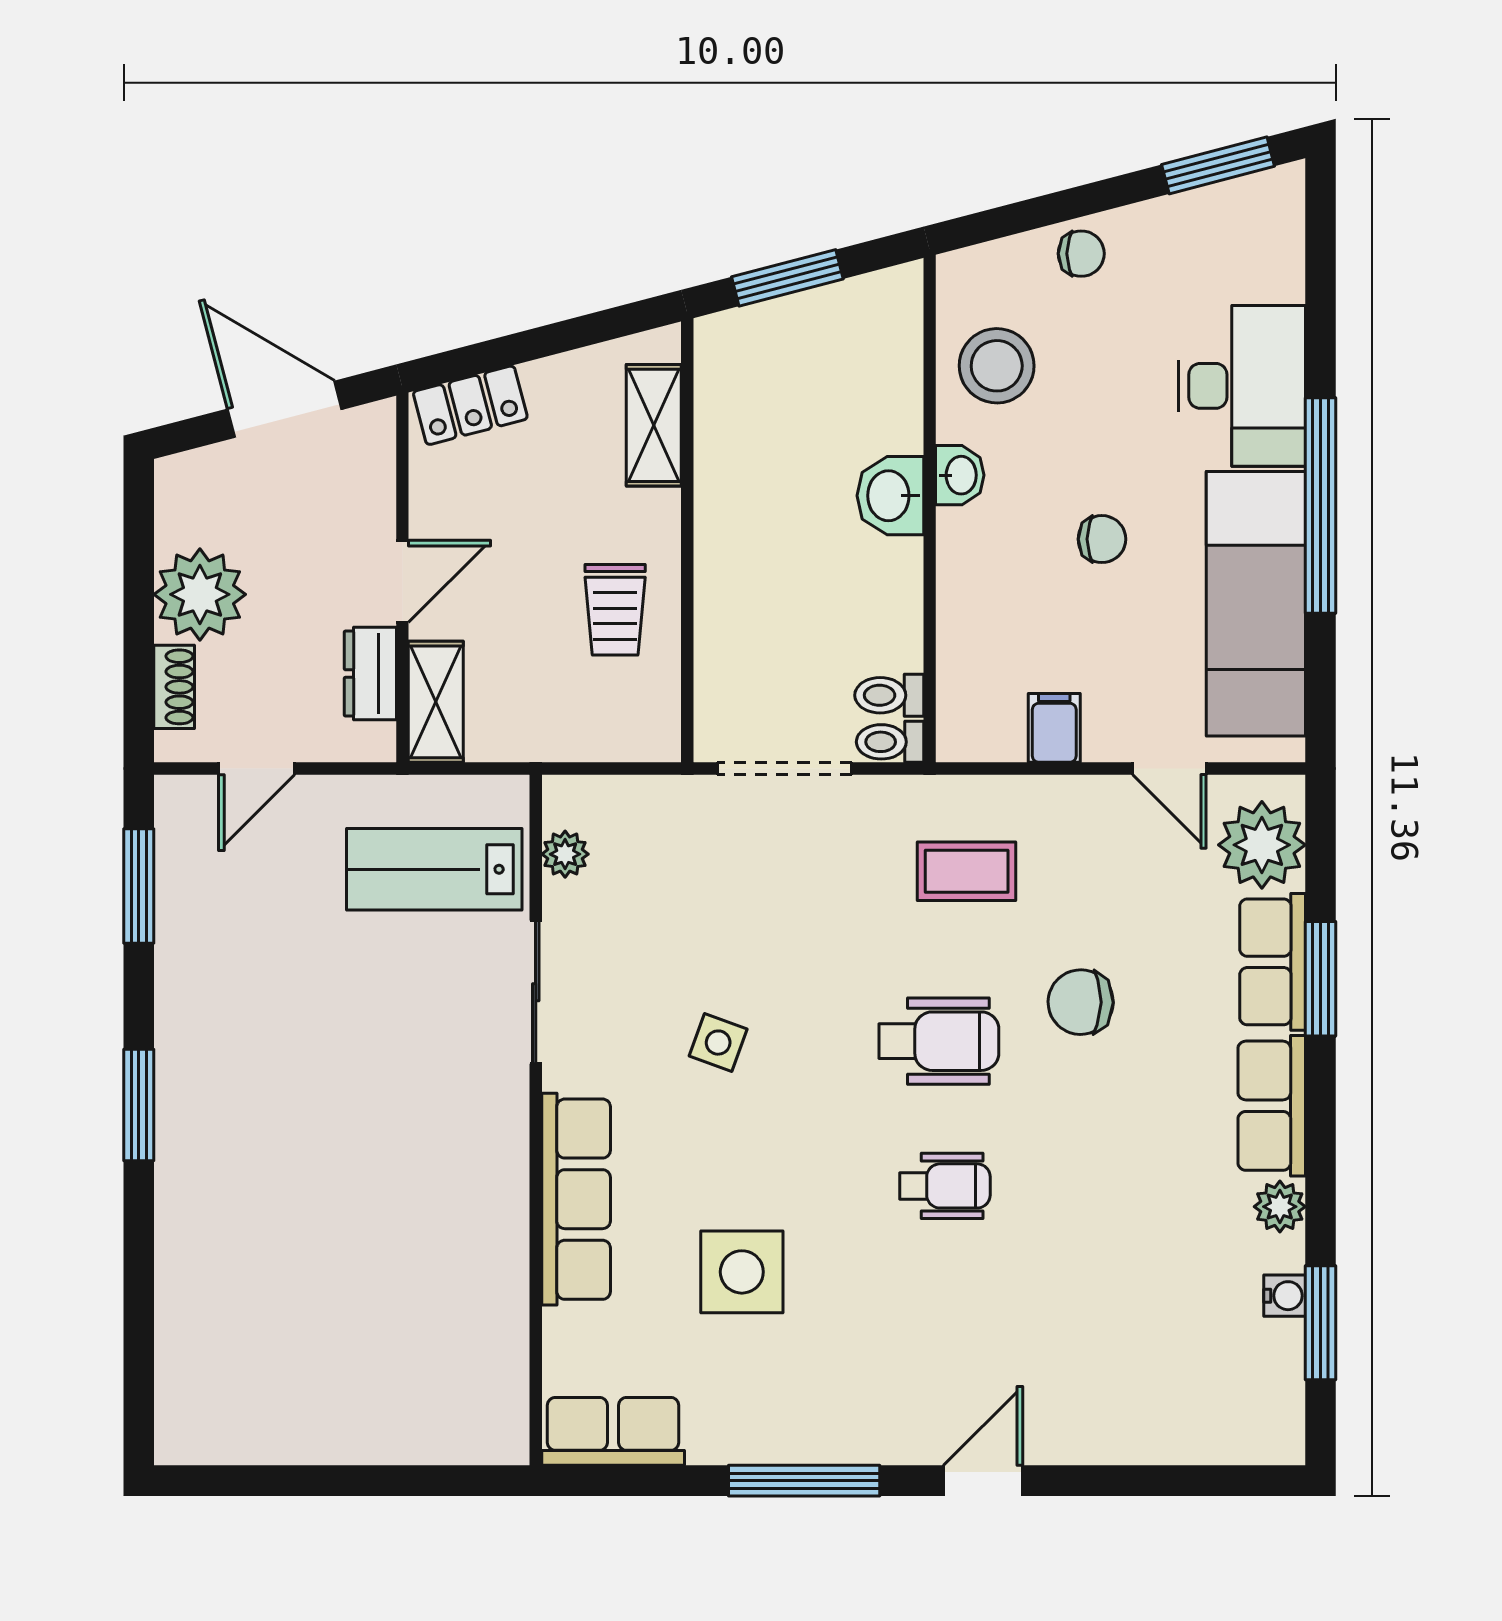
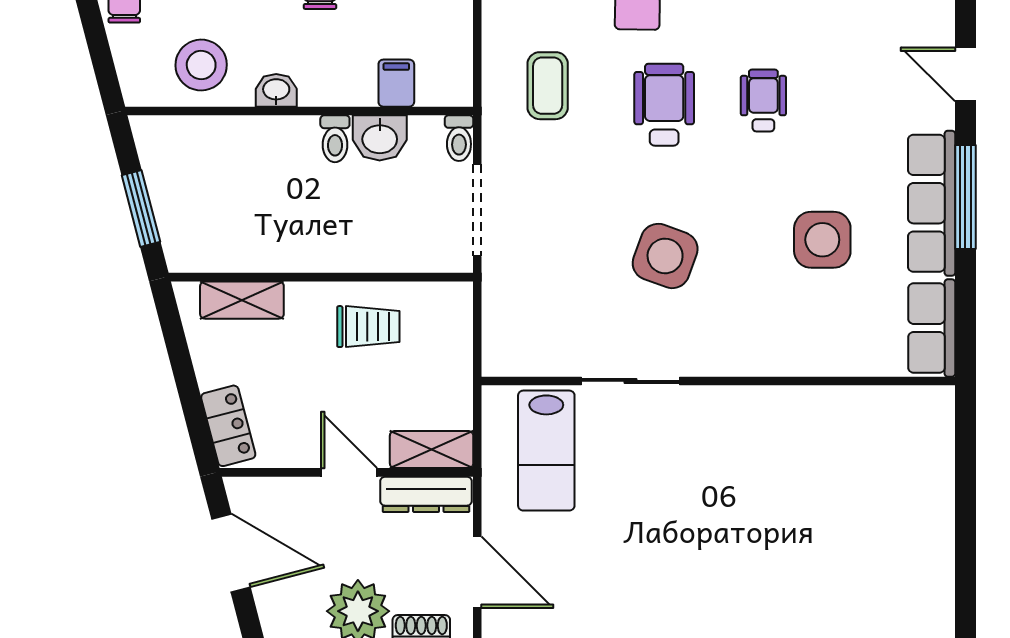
door: (285, 409) -> (231, 553), swing flipped
washbasin: (890, 496) -> (380, 138), moved
dresser: (370, 674) -> (426, 494), width x1.44
toilet: (889, 695) -> (335, 139), moved
filing cabinet: (1054, 728) -> (396, 83), moved, turned 90
door: (257, 769) -> (477, 572), width x1.38
plant: (565, 854) -> (536, 361), removed
side table: (718, 1043) -> (665, 256), width x1.87, depth x1.87
row of seats: (576, 1199) -> (932, 203), moved, turned -90

